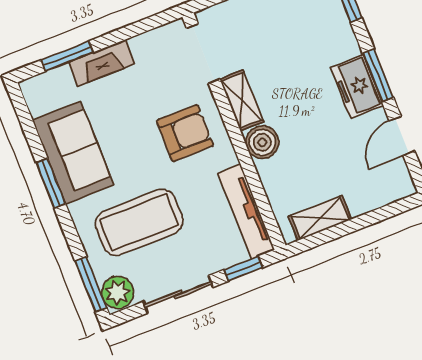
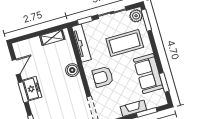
shelving: (242, 101) -> (79, 88), removed
window: (51, 183) -> (164, 82), moved

